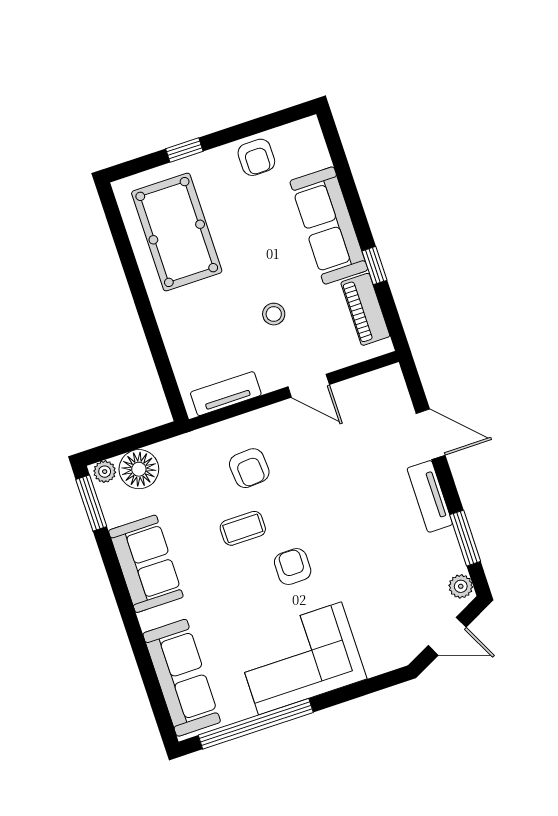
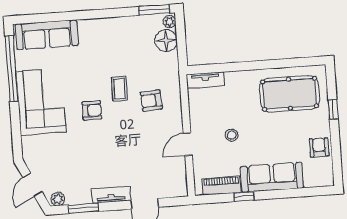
armchair: (256, 157) -> (319, 147), turned 90
tv unit: (226, 394) -> (205, 80), moved, turned 90
sofa: (146, 564) -> (114, 31), removed

